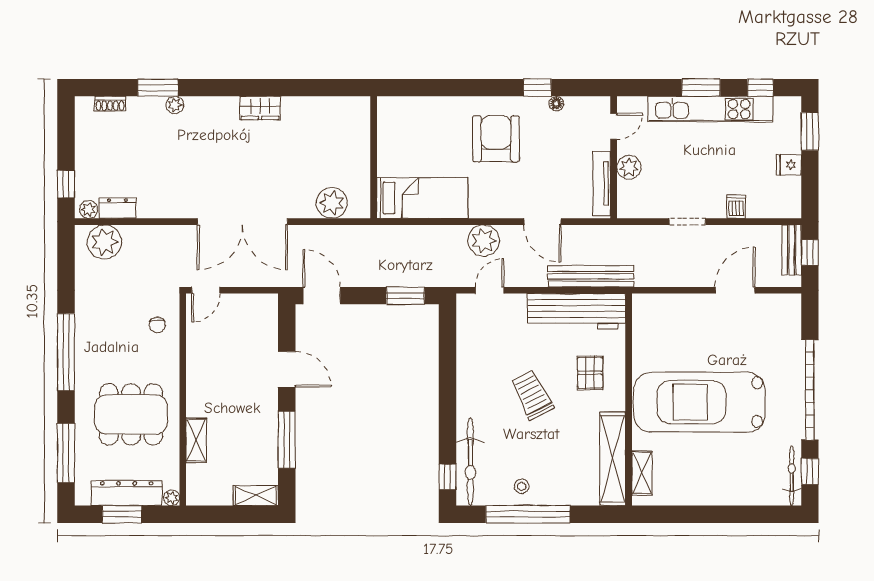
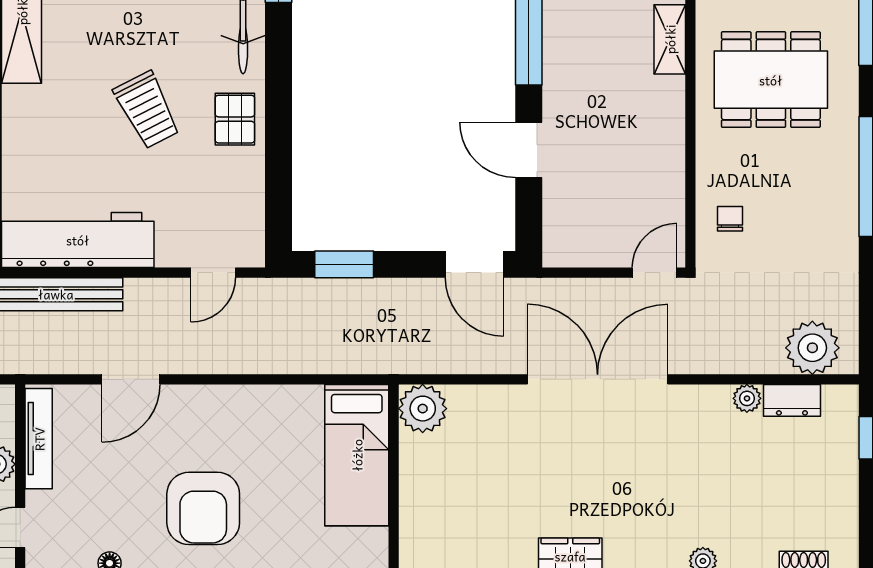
bed: (422, 198) -> (357, 455), moved, turned -90
plant: (332, 203) -> (423, 409), moved
plant: (89, 209) -> (747, 398), moved
door: (542, 222) -> (131, 379), swing flipped
plant: (484, 241) -> (222, 350), removed
pallet: (590, 373) -> (235, 119), moved

